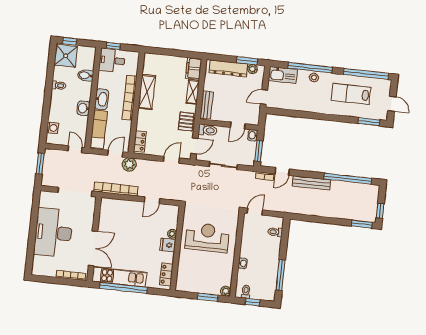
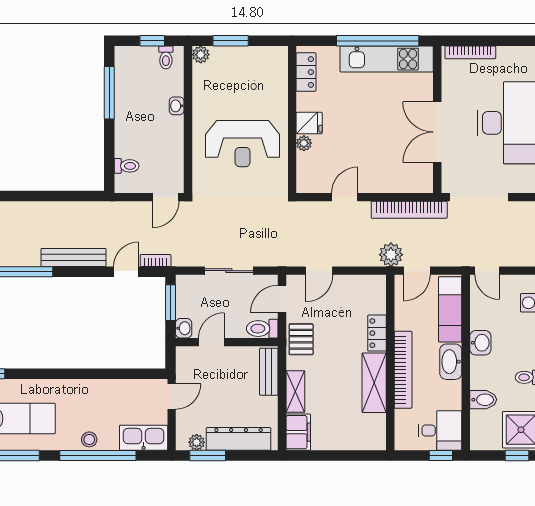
locker: (140, 142) -> (377, 333), moved
double door: (93, 248) -> (437, 132), moved

